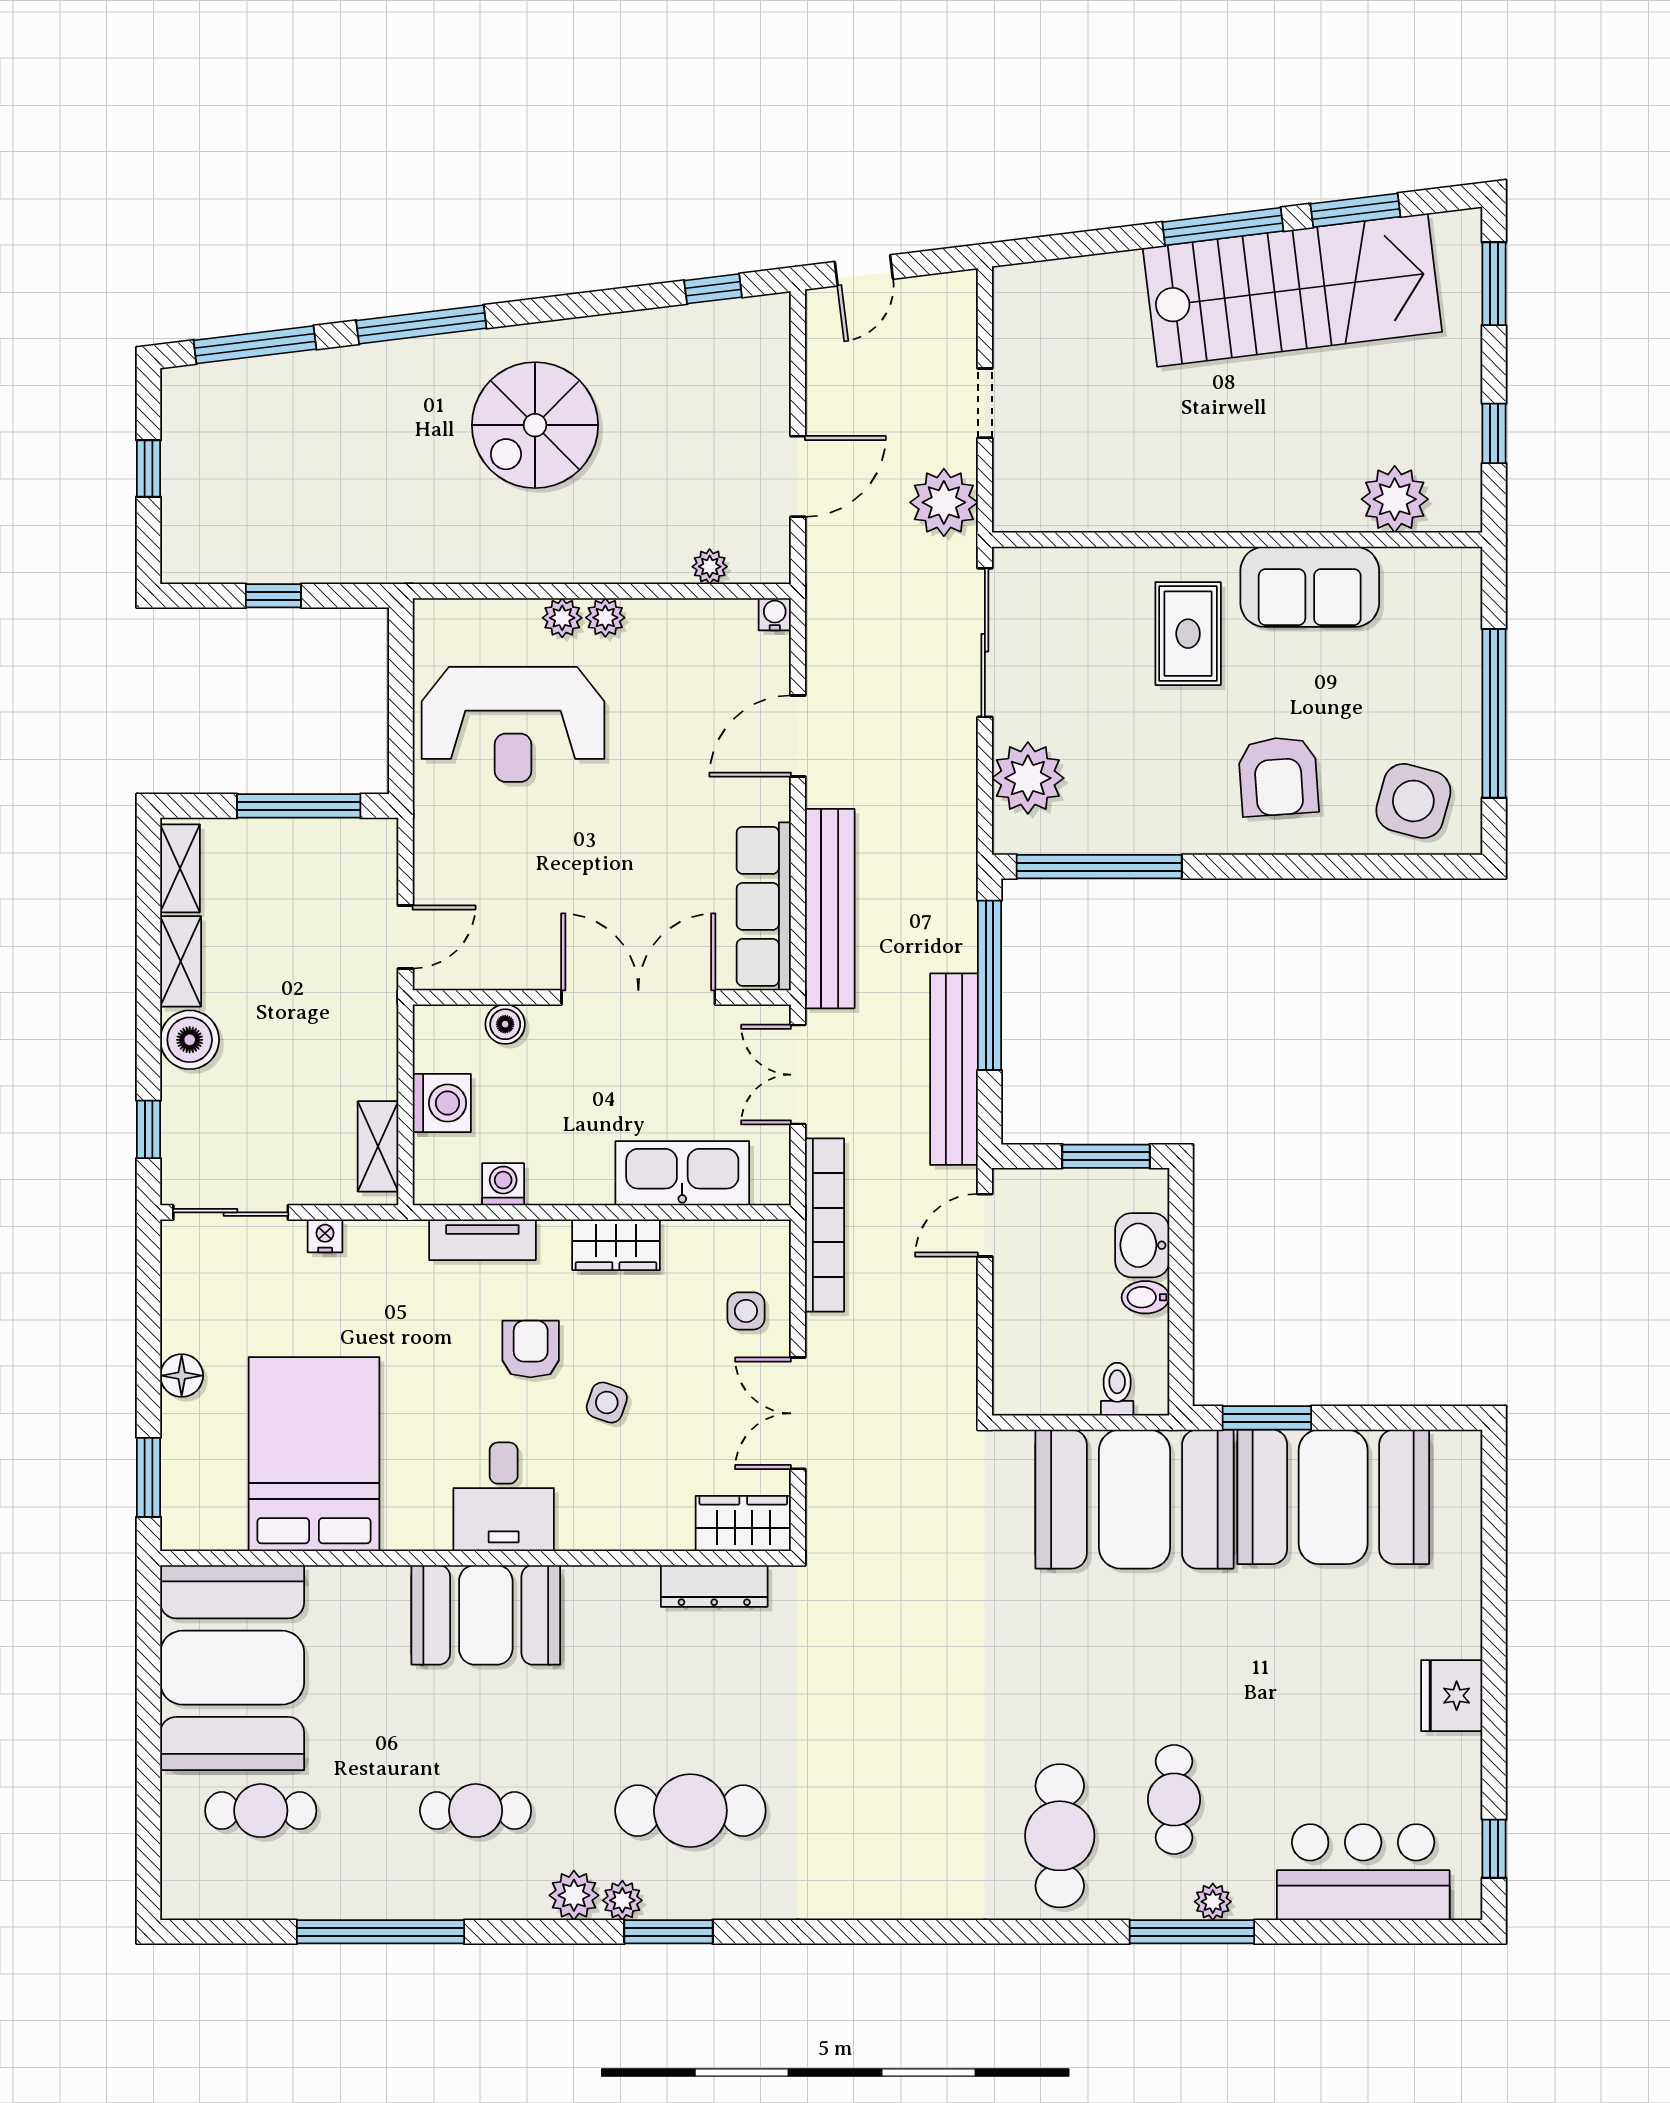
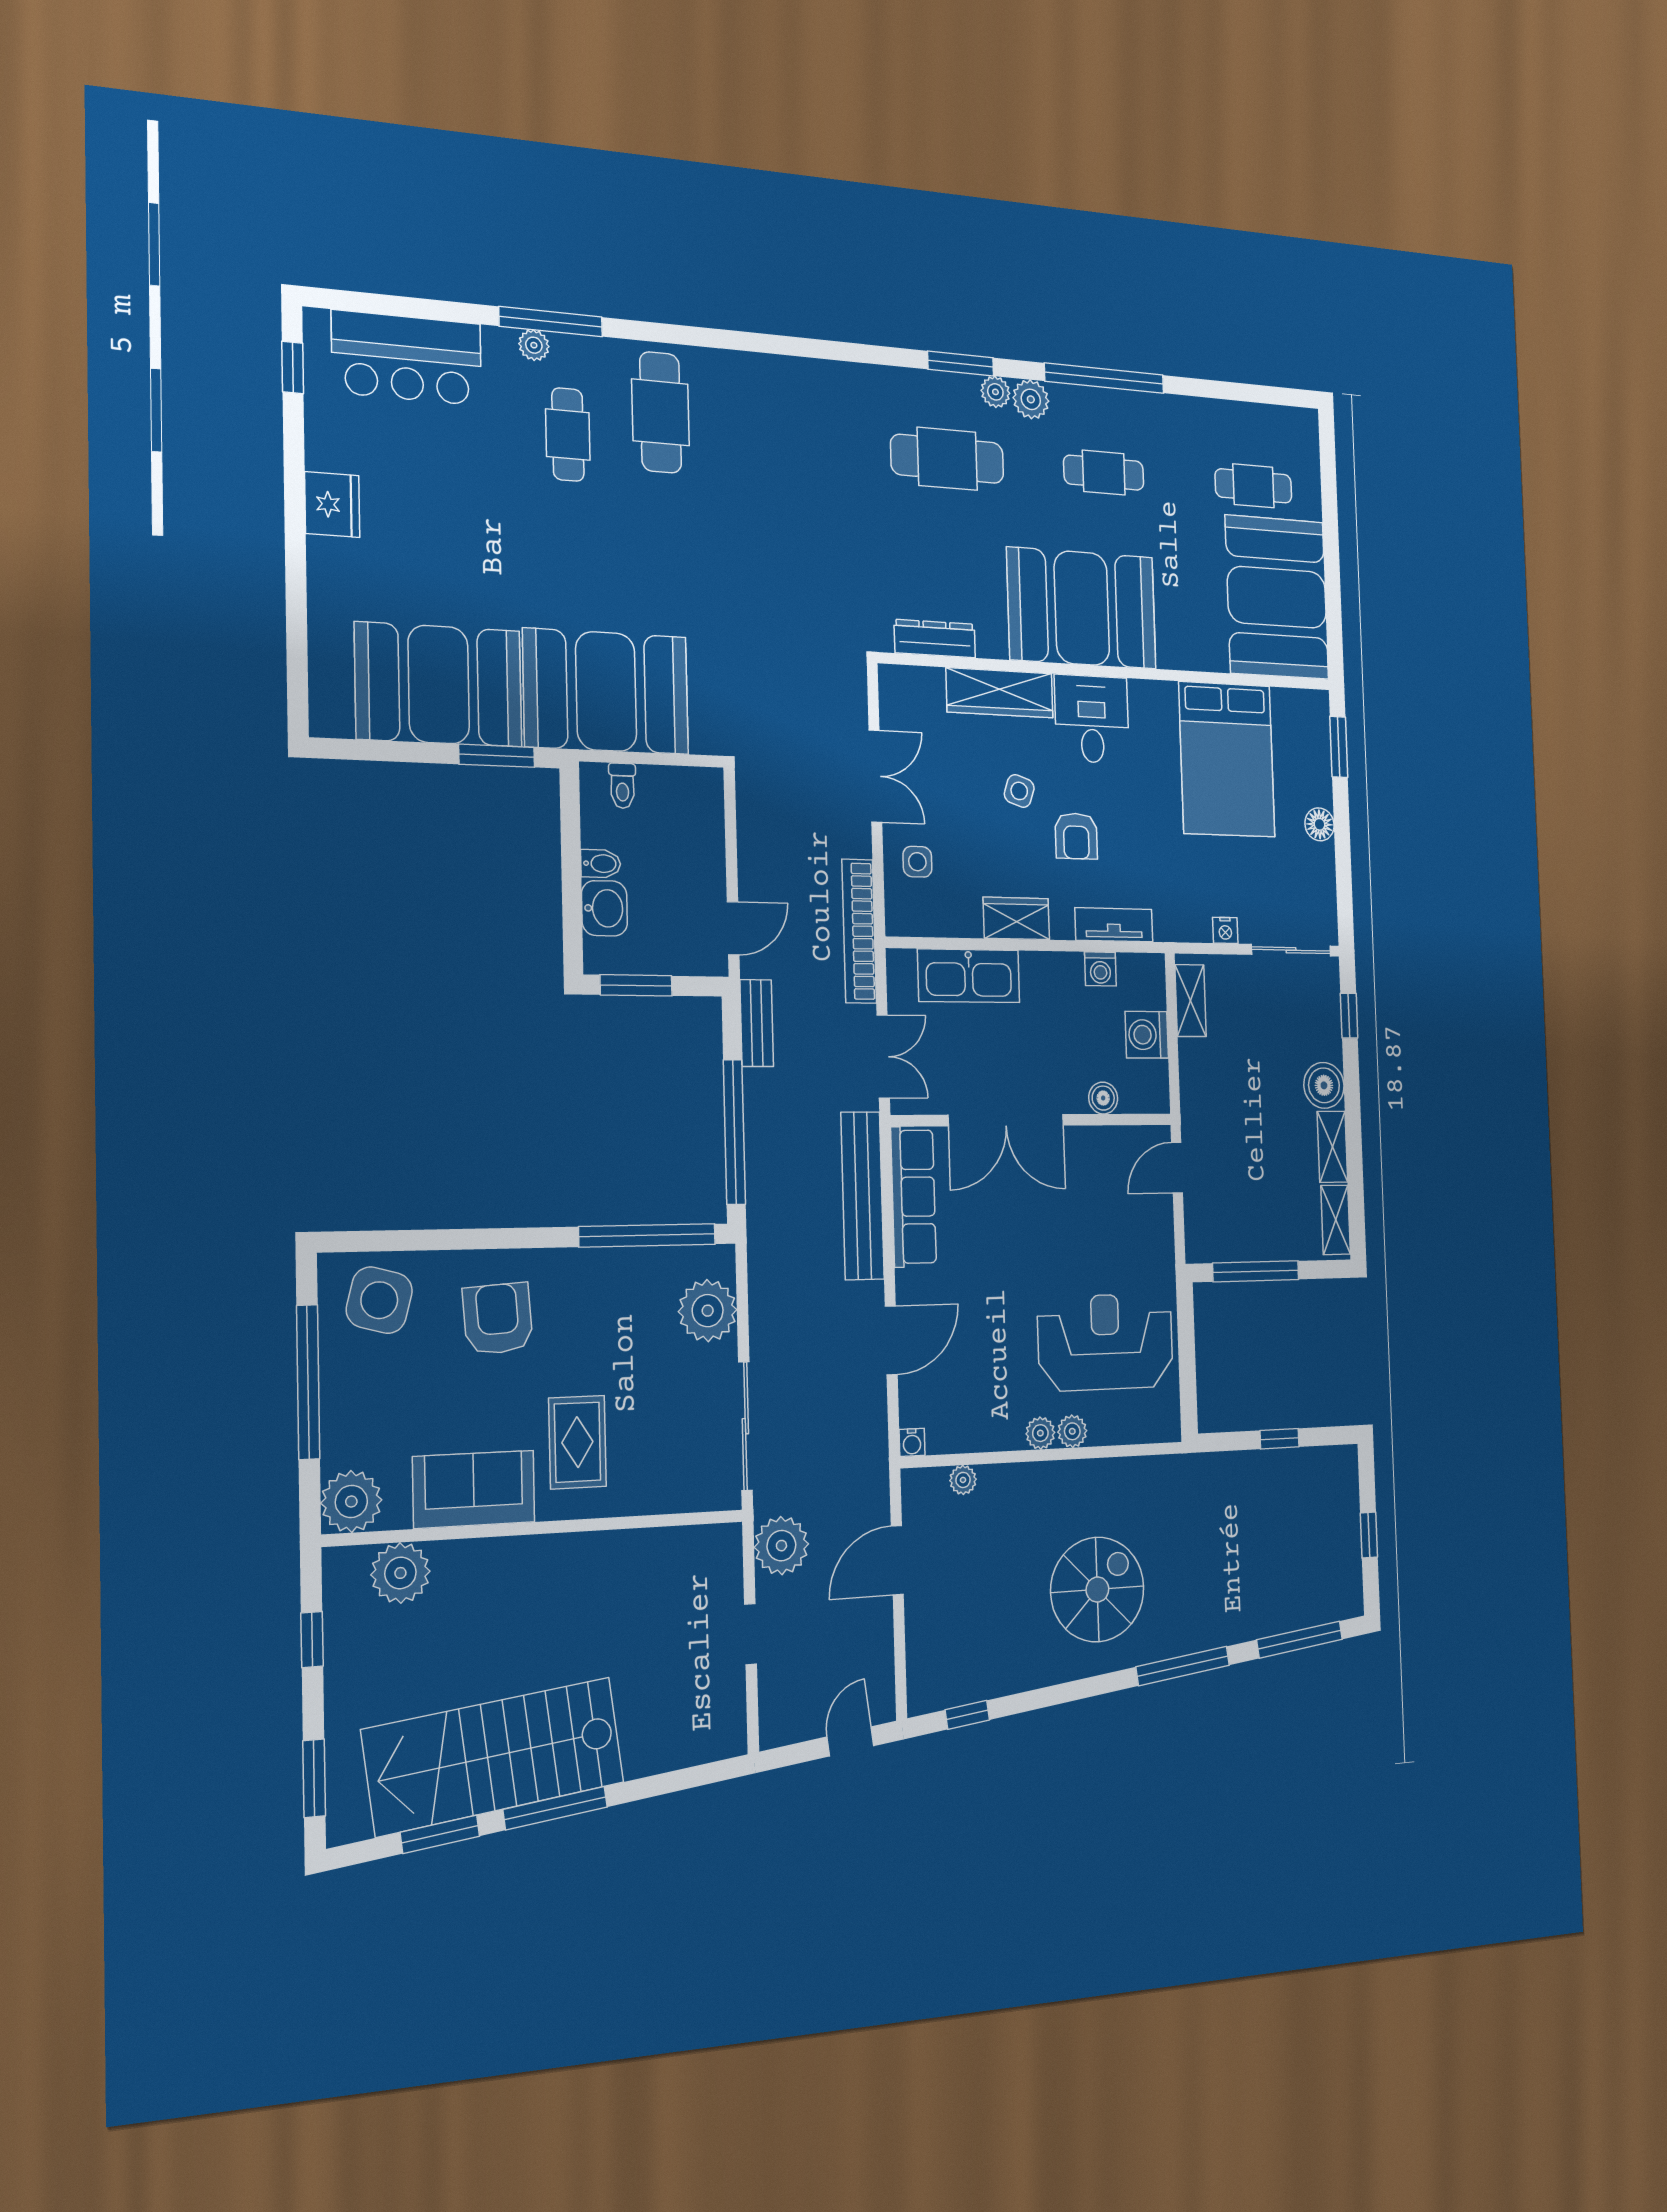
plant: (1448, 581) -> (351, 1502), added
bench: (954, 1069) -> (757, 1023), width x0.54, depth x0.82
wardrobe: (743, 1523) -> (1000, 693), moved, width x1.50
booth: (486, 1615) -> (1082, 608), width x1.36, depth x1.42
window: (380, 1932) -> (1104, 378), moved

